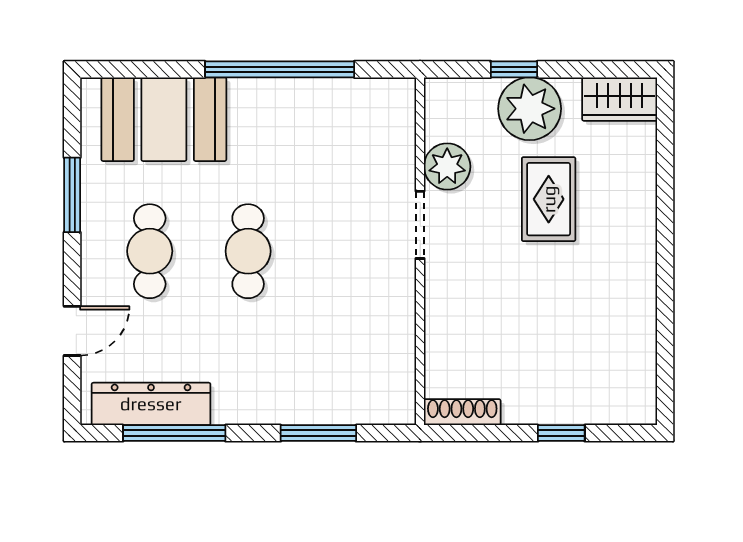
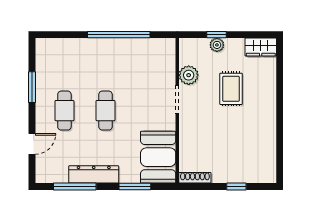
plant: (530, 109) -> (217, 45), width x0.53, depth x0.53
booth: (164, 119) -> (158, 157), moved, turned 90
dresser: (151, 404) -> (94, 174), moved

